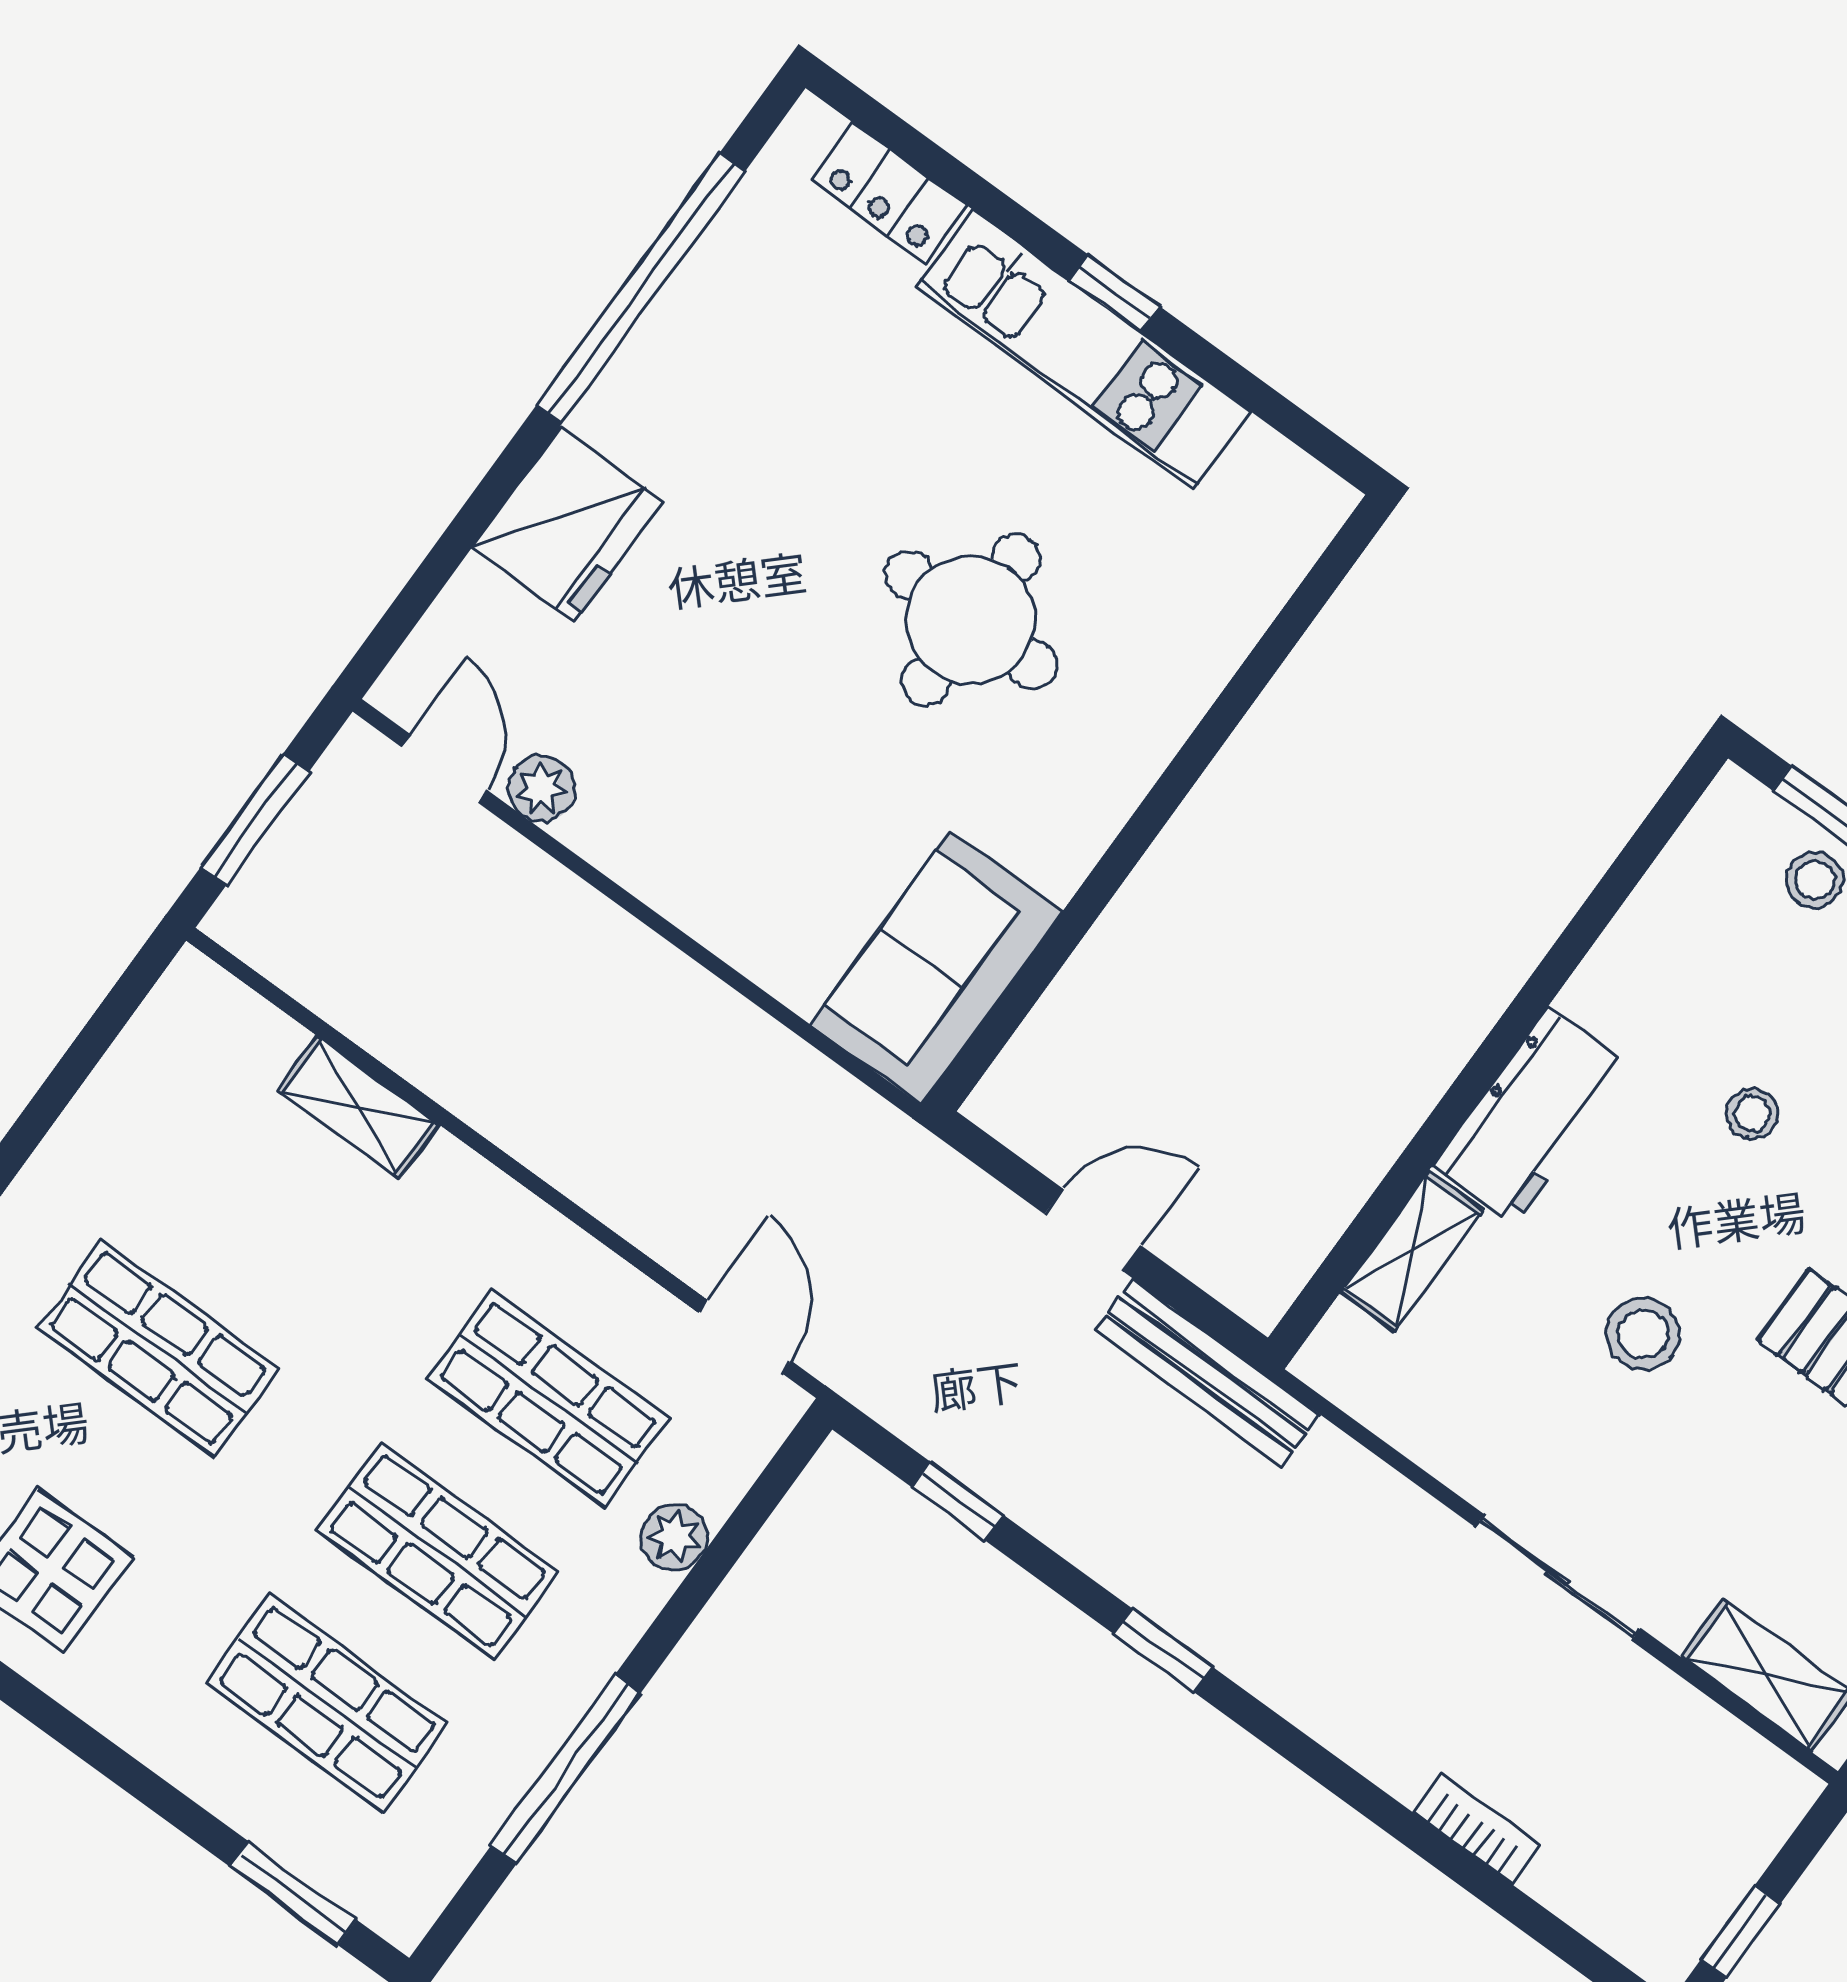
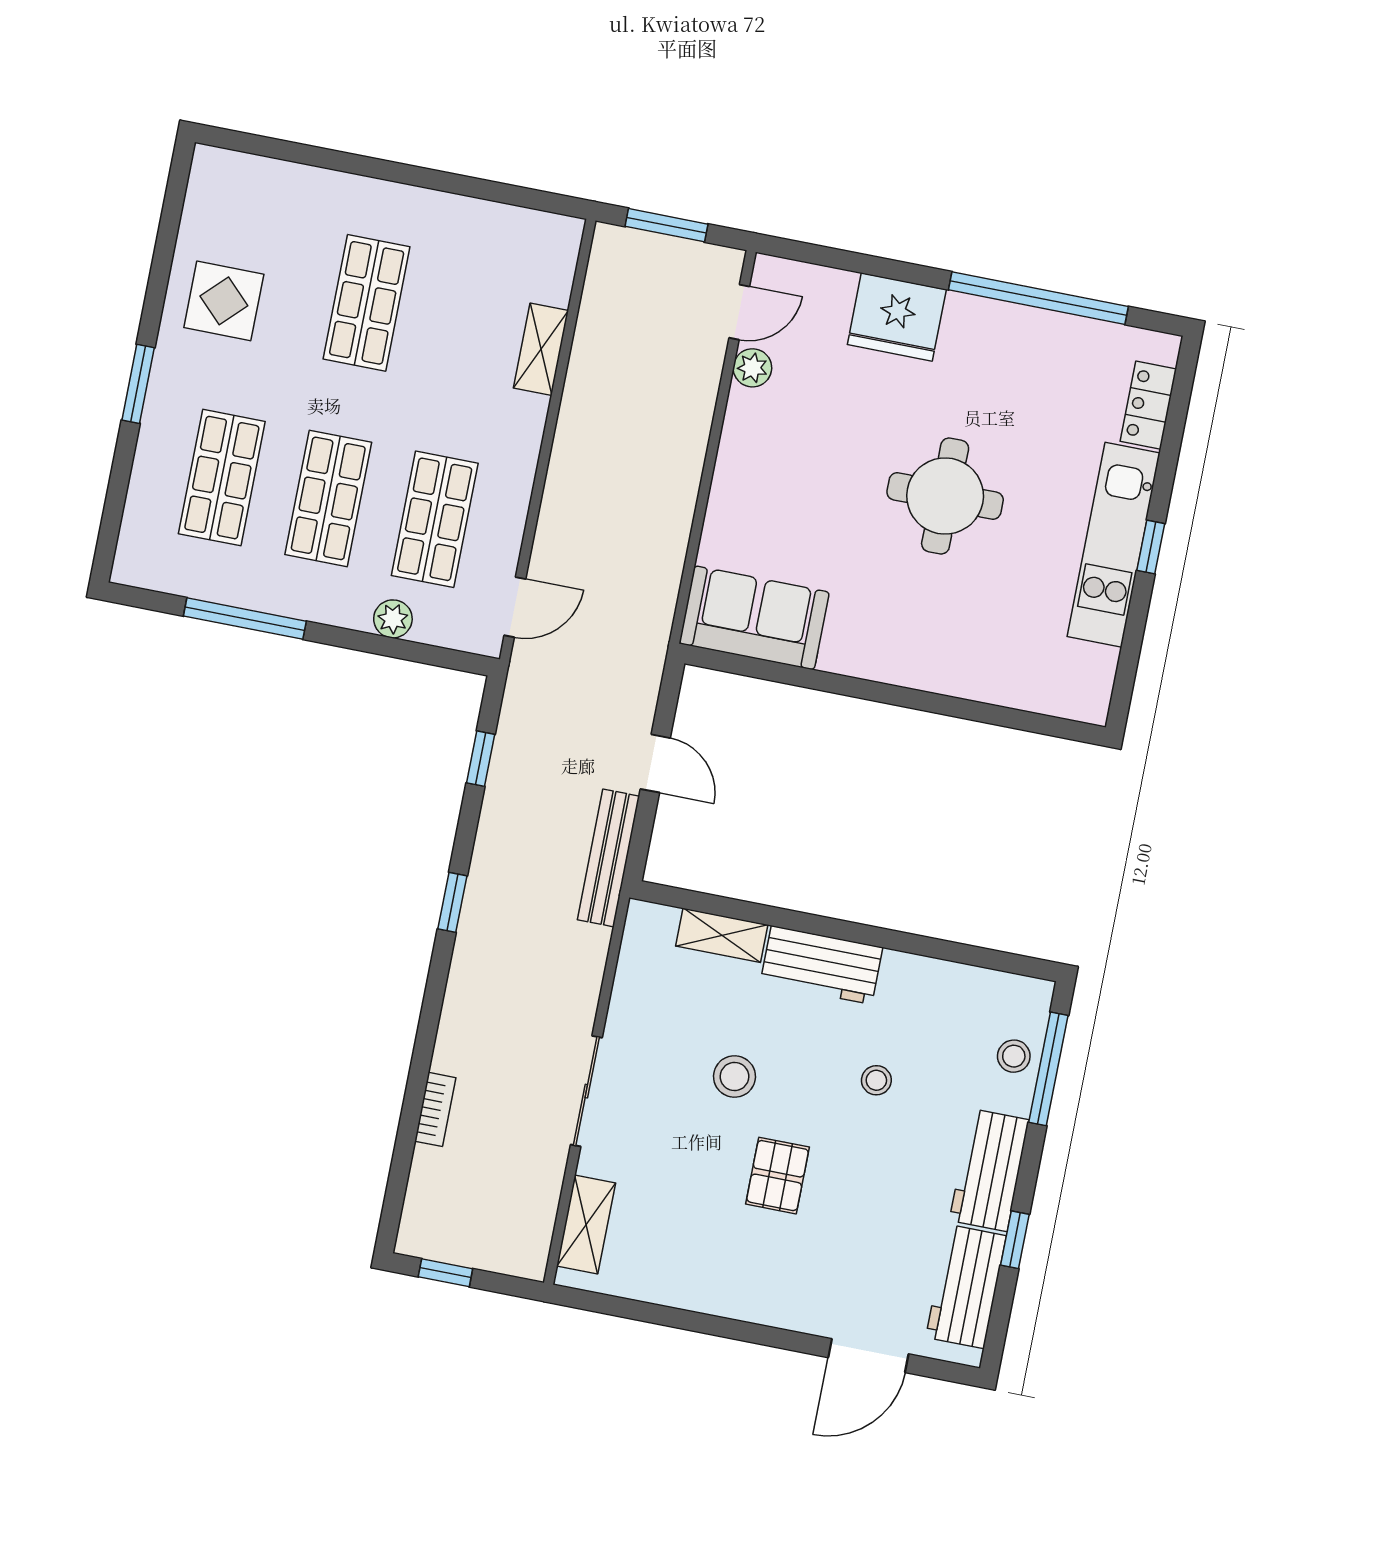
round table: (971, 620) -> (945, 496), moved
window: (293, 1893) -> (138, 384), moved

